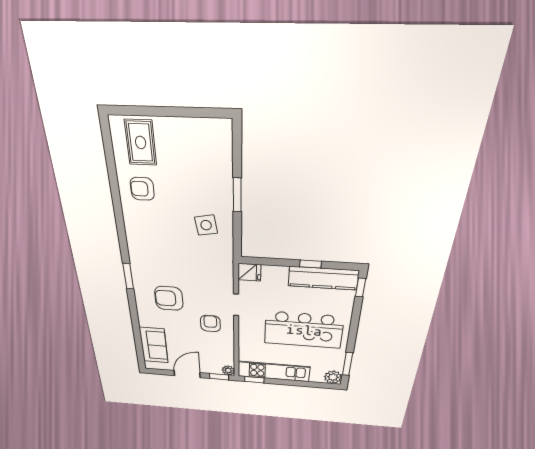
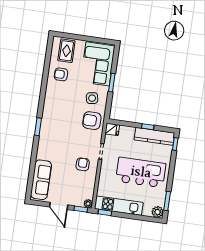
corner sofa: (205, 162) -> (98, 64), added
armchair: (169, 298) -> (92, 121), moved
kitchen island: (304, 330) -> (141, 172), turned 180
sofa: (154, 345) -> (41, 180), width x1.36
door: (187, 374) -> (59, 206), swing flipped

